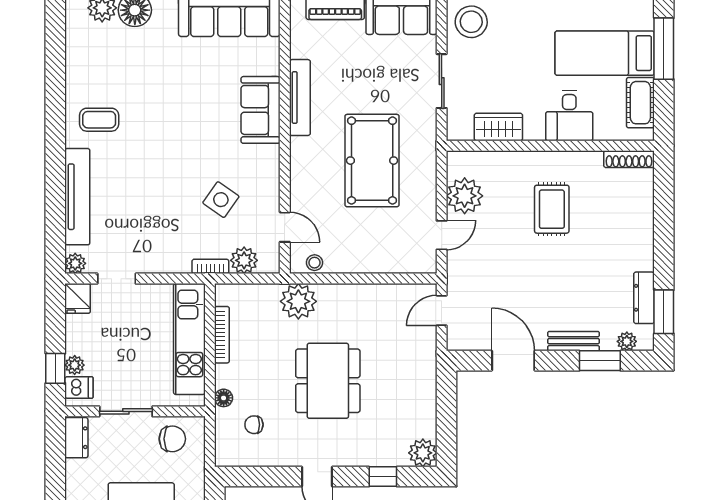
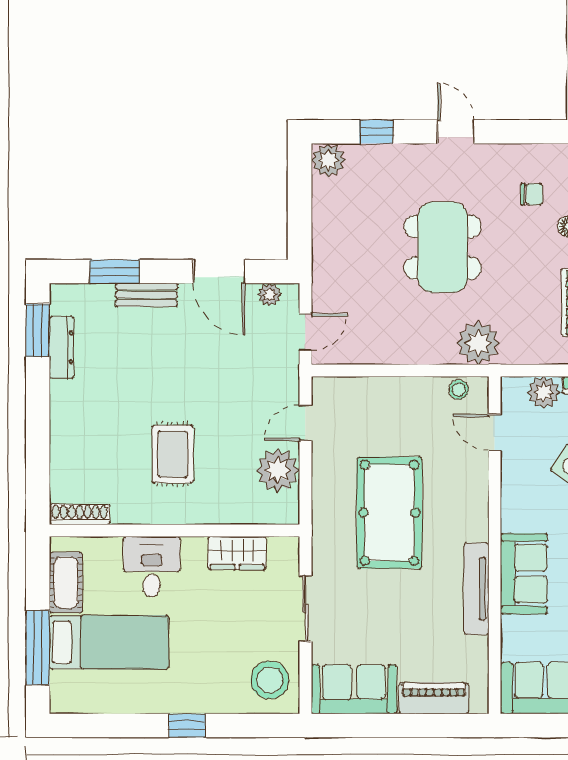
plant: (627, 341) -> (269, 295), moved

